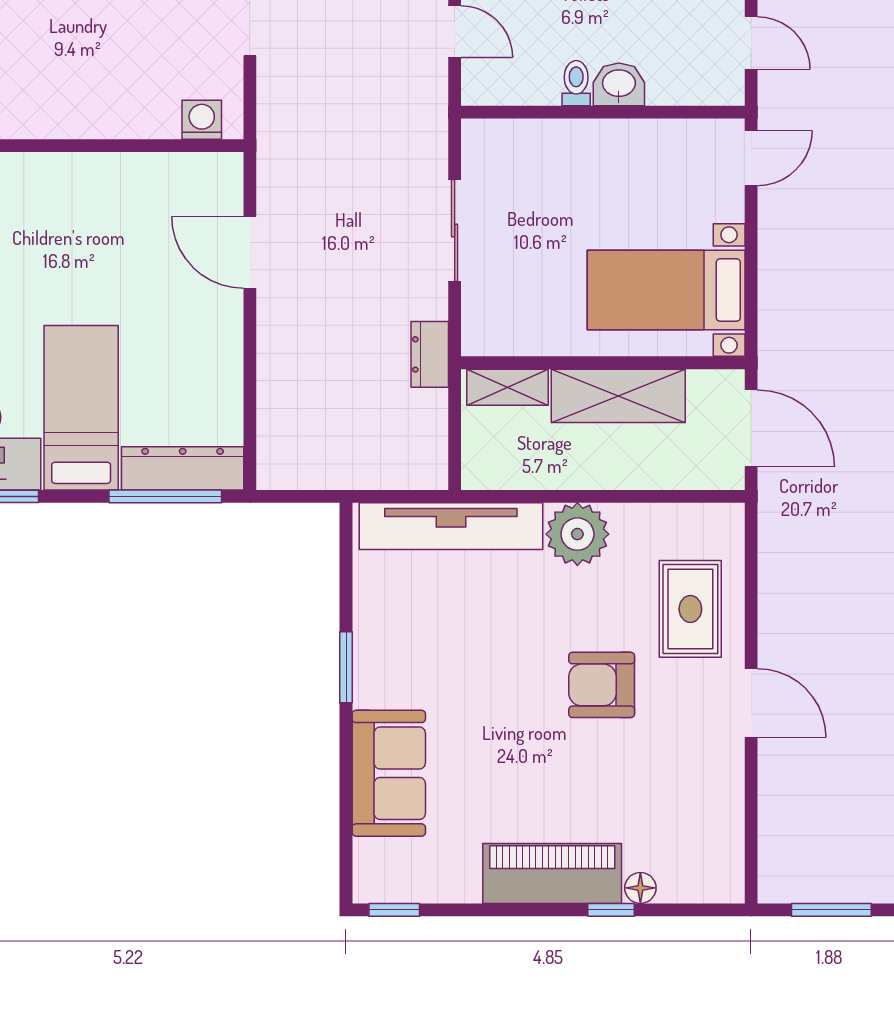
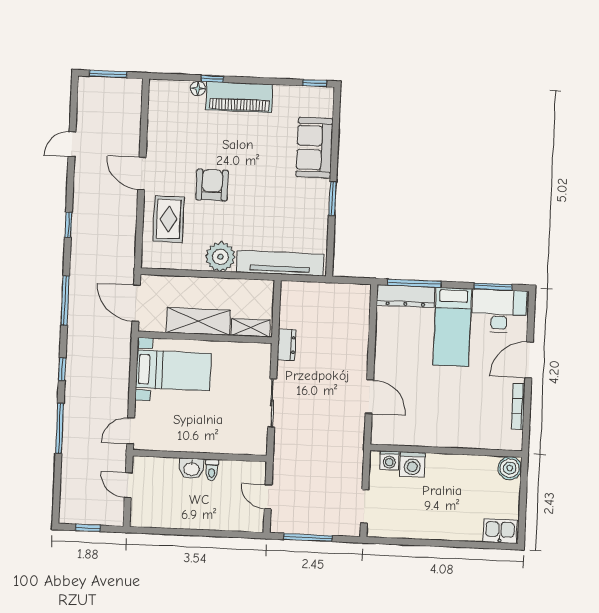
washing machine: (153, 113) -> (412, 464), added
armchair: (602, 685) -> (212, 185), turned -90

